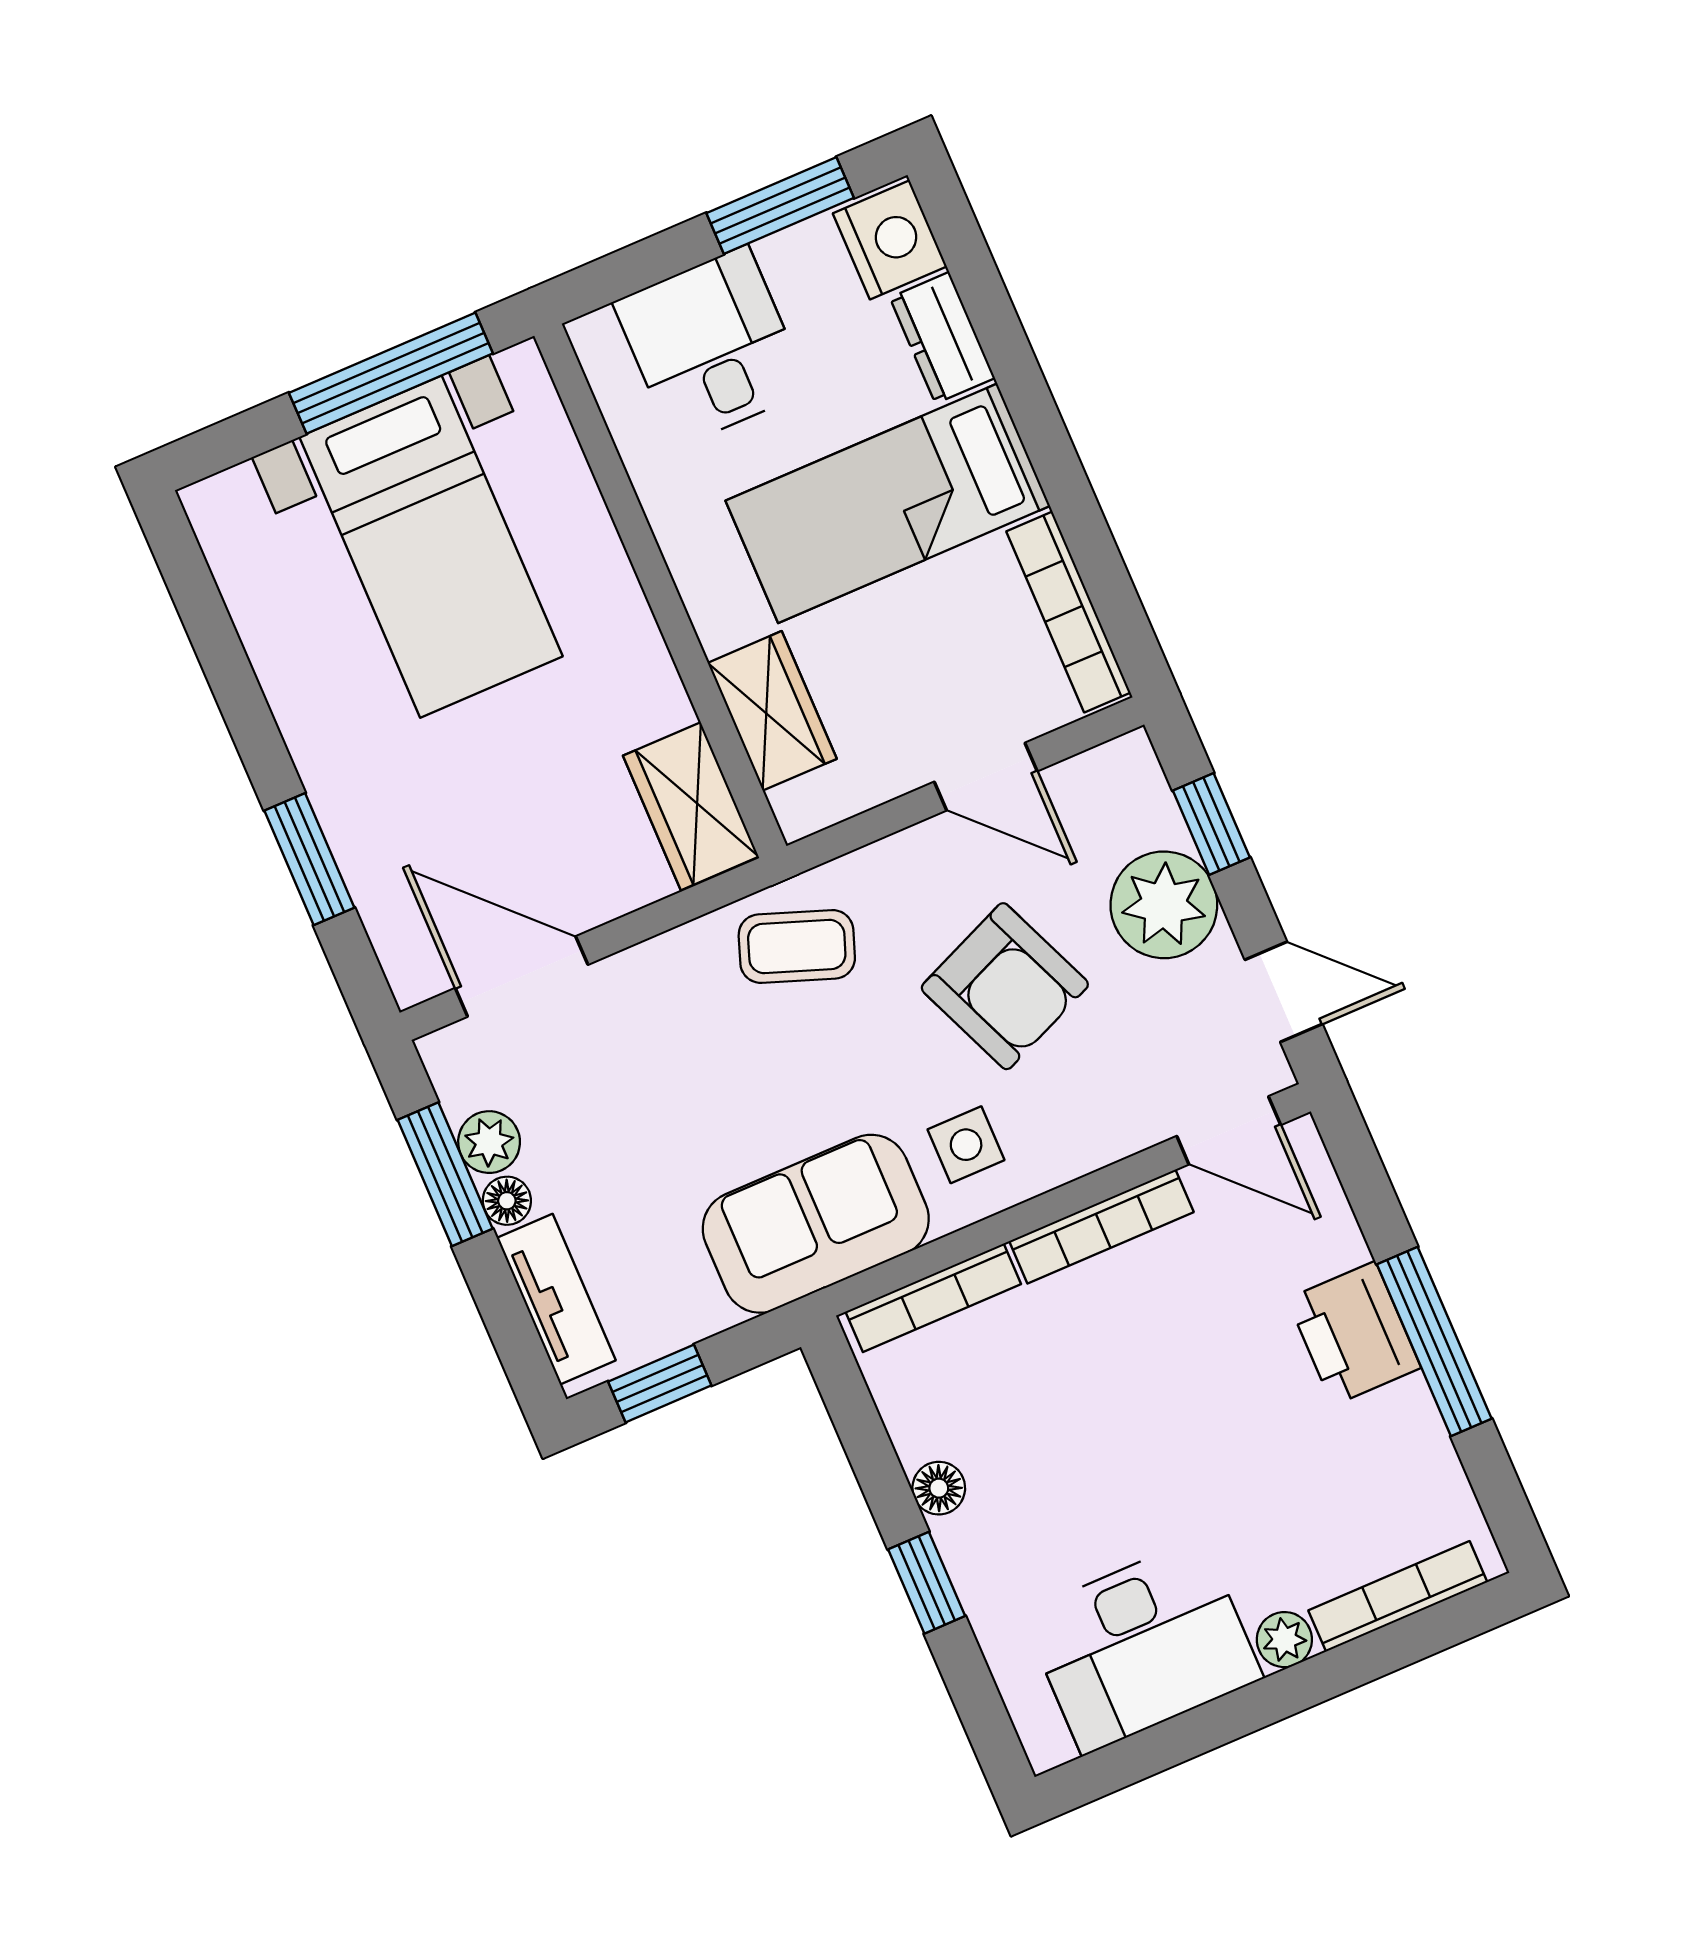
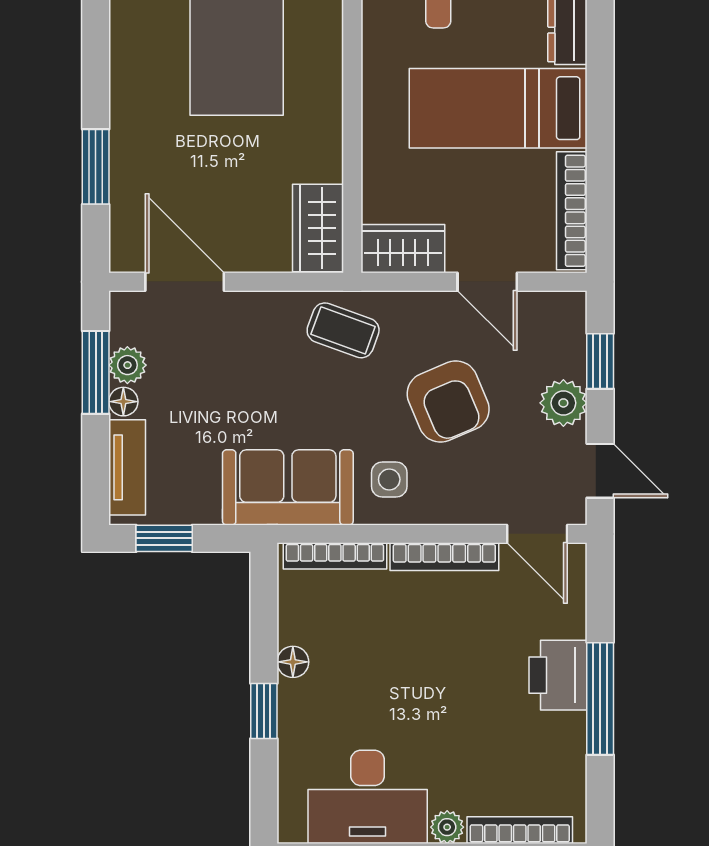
wardrobe: (772, 711) -> (403, 249), moved, turned -90
plant: (1164, 905) -> (563, 403), width x0.73, depth x0.73

